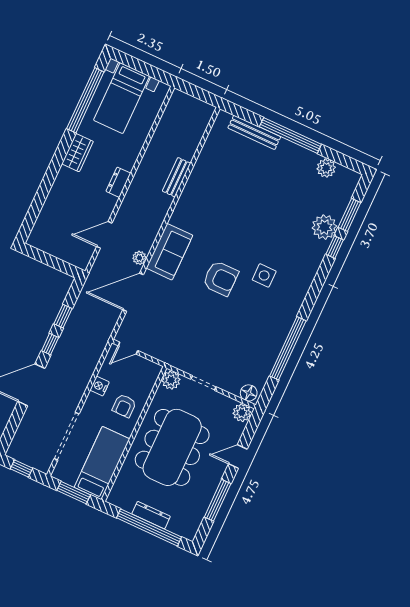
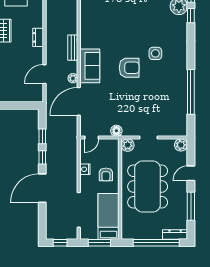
bench: (176, 177) -> (73, 48), moved
floor lamp: (249, 393) -> (116, 131), moved
dresser: (151, 515) -> (175, 235), moved

